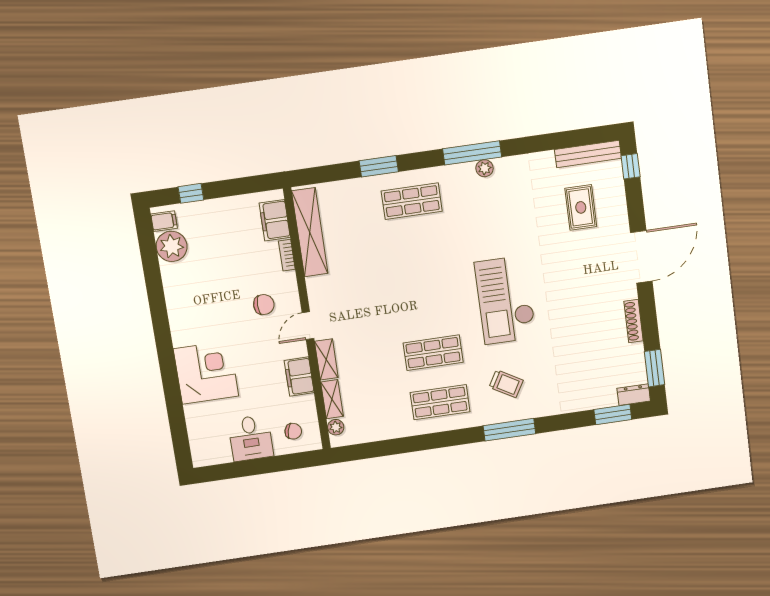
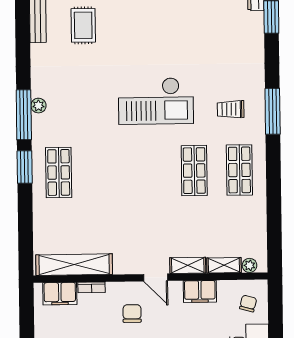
window: (379, 166) -> (25, 167), moved
rug: (581, 207) -> (83, 25), turned 90
trolley: (506, 384) -> (231, 109), turned -120

